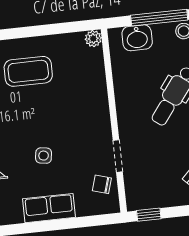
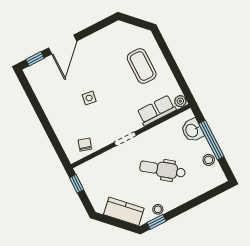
doorway: (118, 156) -> (125, 139), moved
row of seats: (49, 208) -> (157, 110), moved, turned -90

